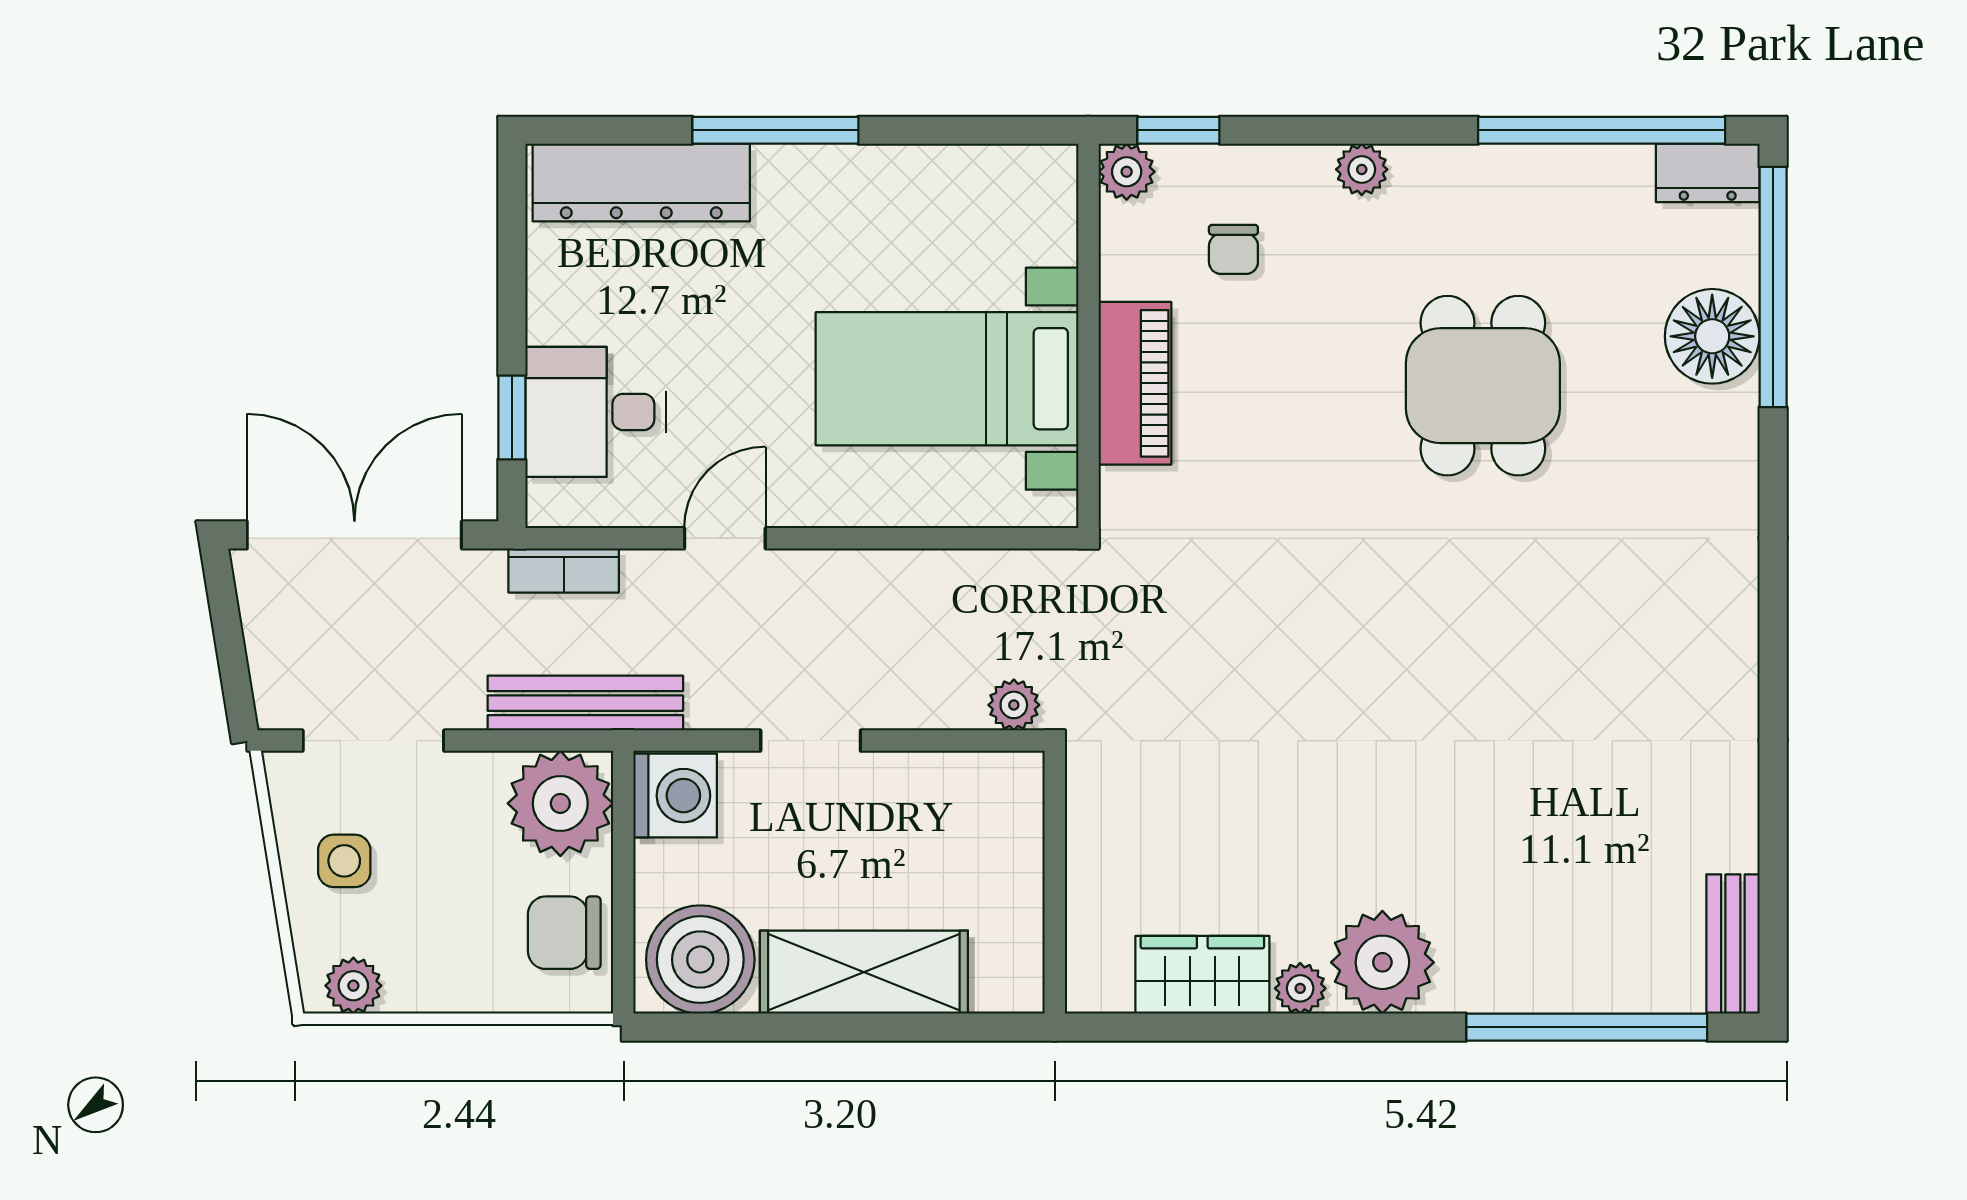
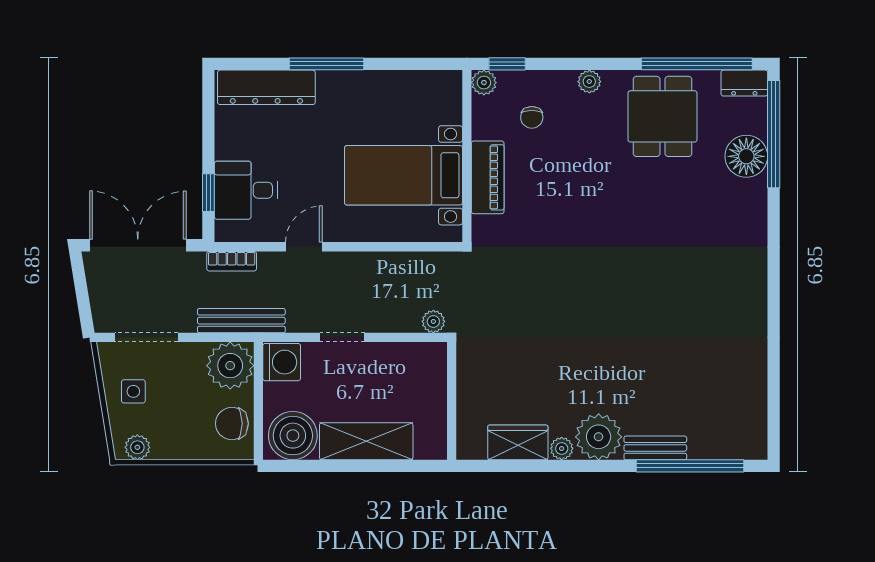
dining table: (1483, 386) -> (662, 116), moved
bench: (1733, 944) -> (655, 448), moved, turned 90

